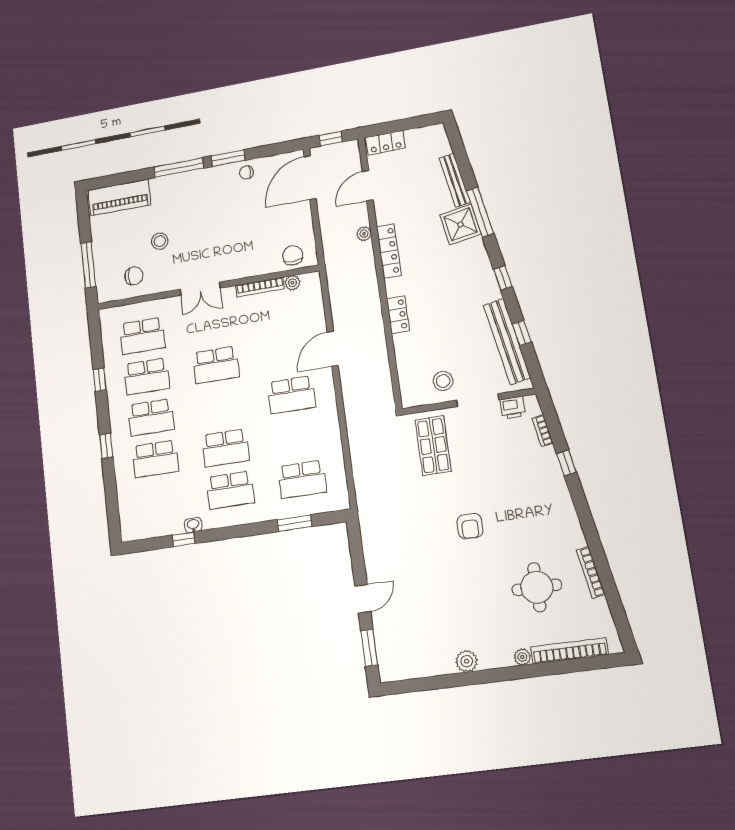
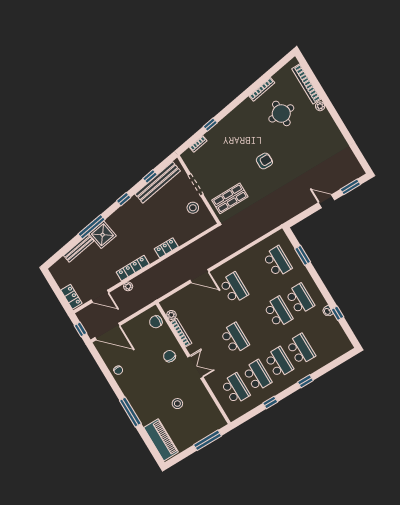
window: (228, 158) -> (114, 385), removed
chair: (134, 276) -> (169, 356), moved
printer: (513, 408) -> (192, 165), removed
plant: (467, 661) -> (335, 134), removed

